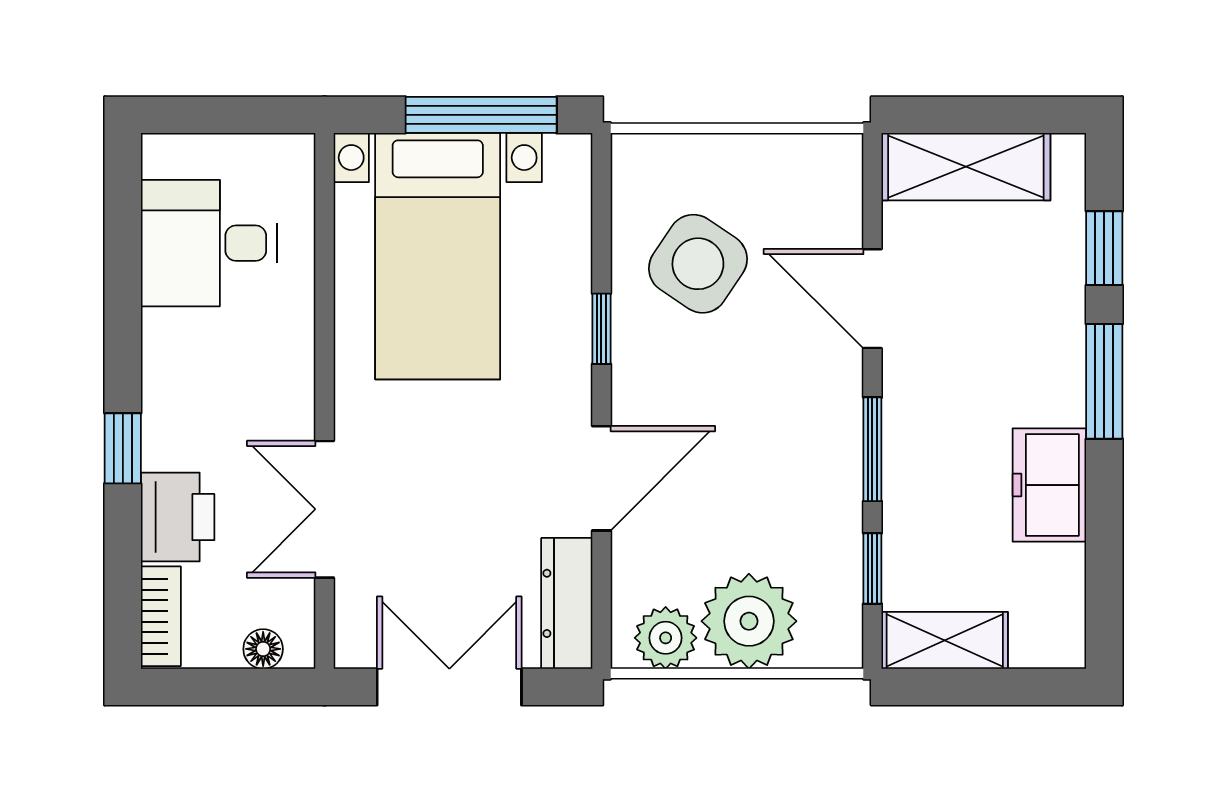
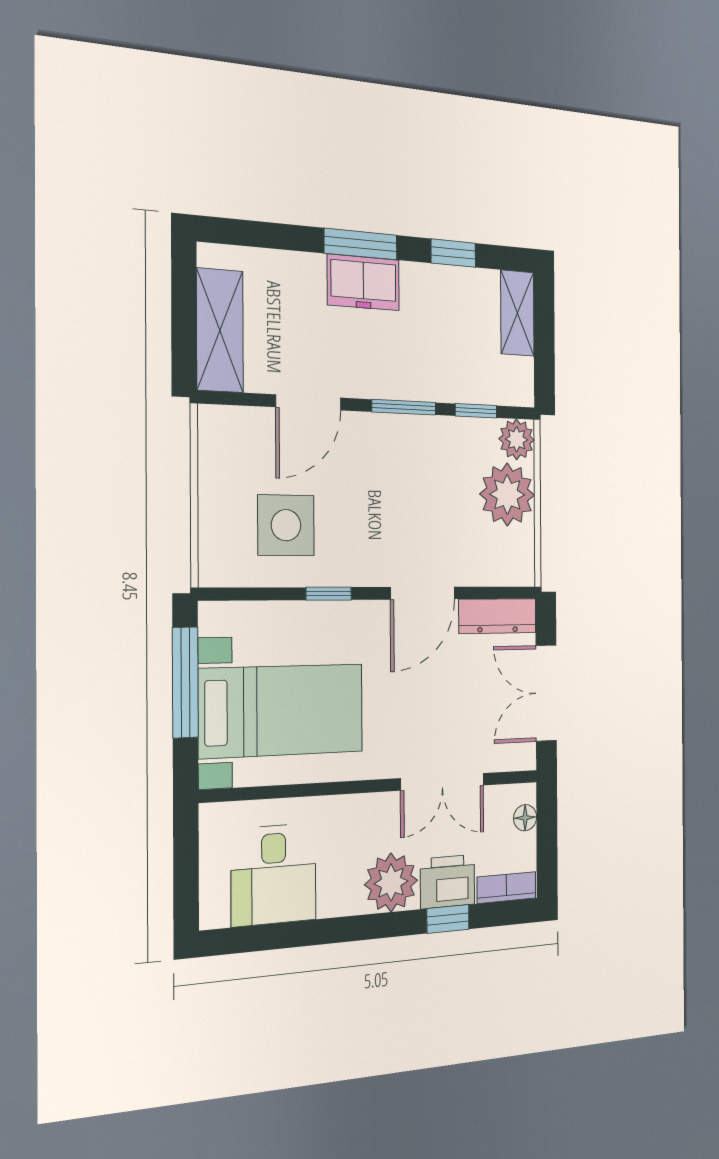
window: (1104, 248) -> (453, 253), moved
side table: (698, 264) -> (286, 525), turned -34
plant: (184, 425) -> (391, 882), added
window: (123, 448) -> (448, 919), moved
door: (601, 478) -> (423, 593), swing flipped
freezer: (1049, 485) -> (363, 282), moved
plant: (666, 638) -> (517, 439), moved
shelving: (945, 640) -> (517, 313), moved

